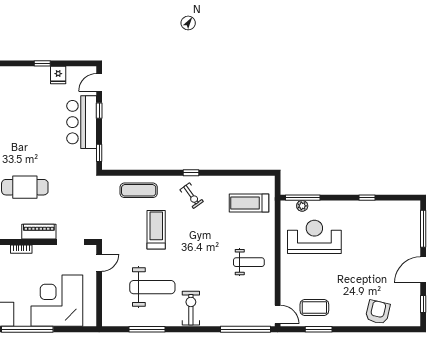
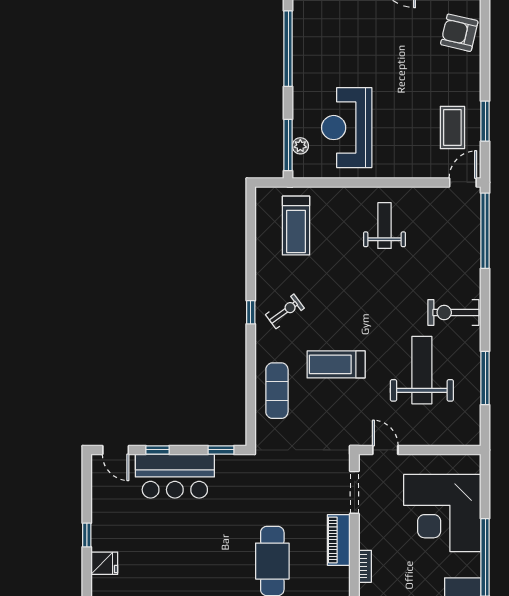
fridge: (58, 75) -> (104, 563), moved
window: (367, 198) -> (288, 49), width x3.17

